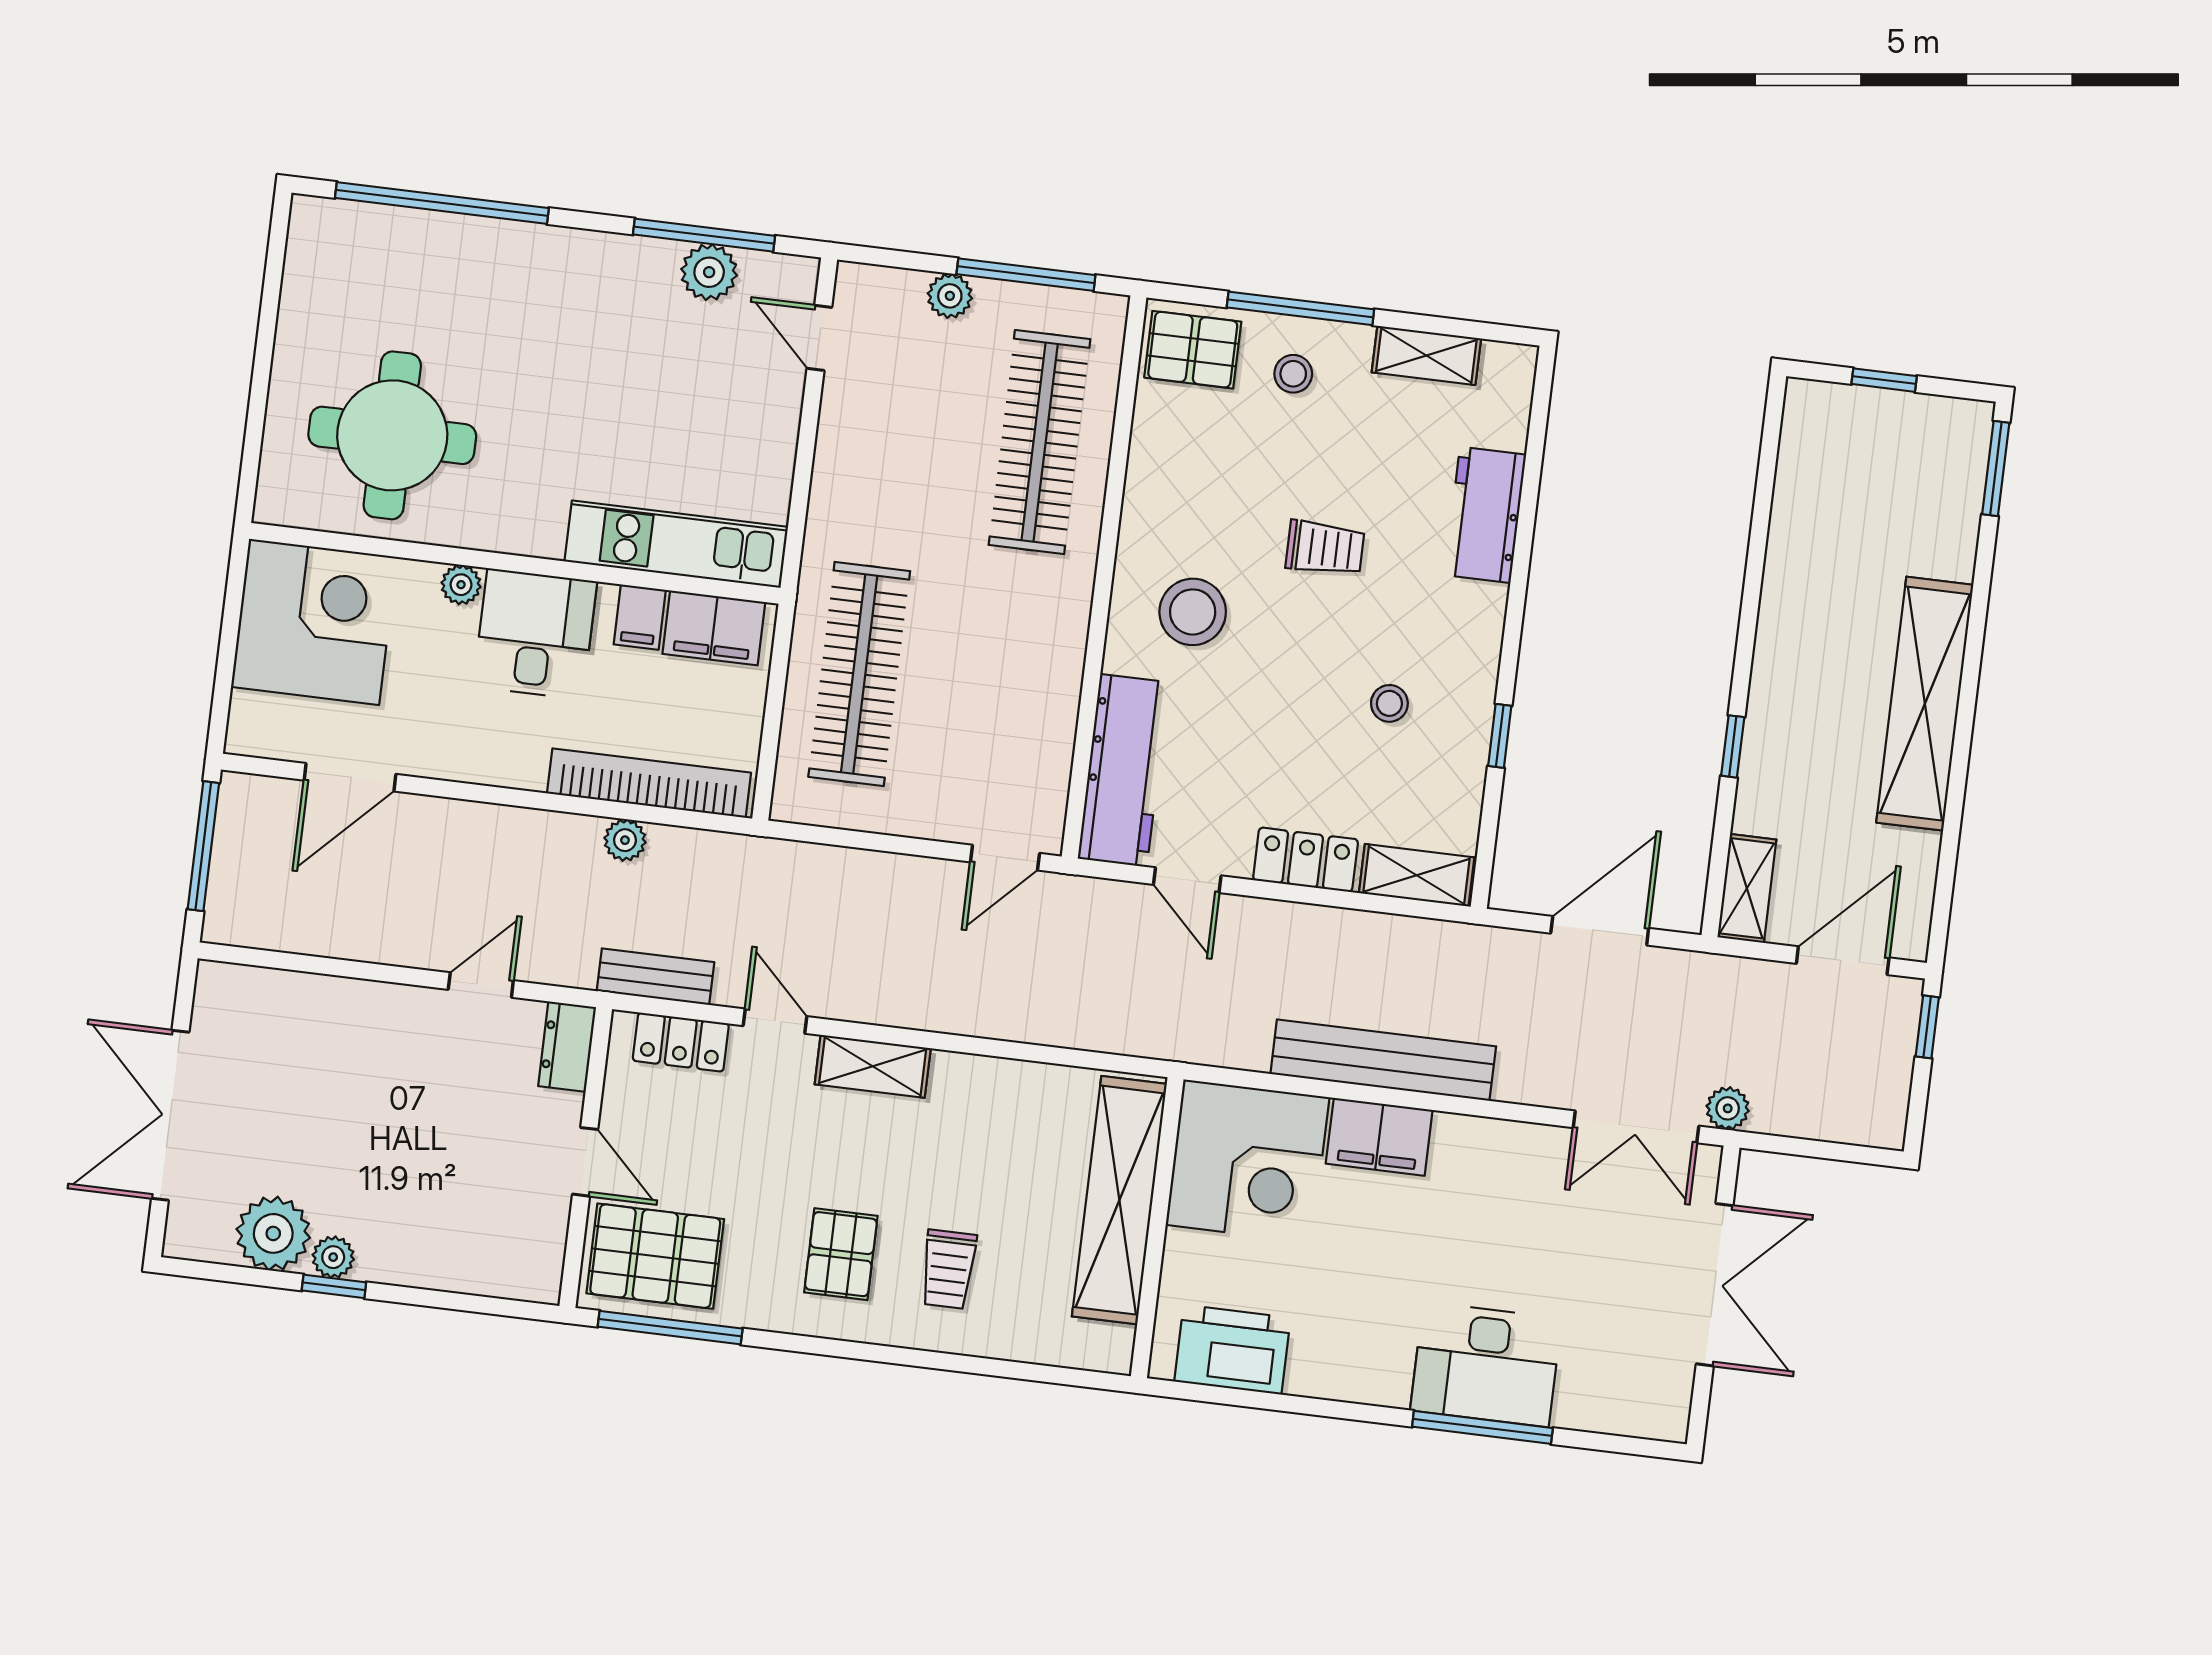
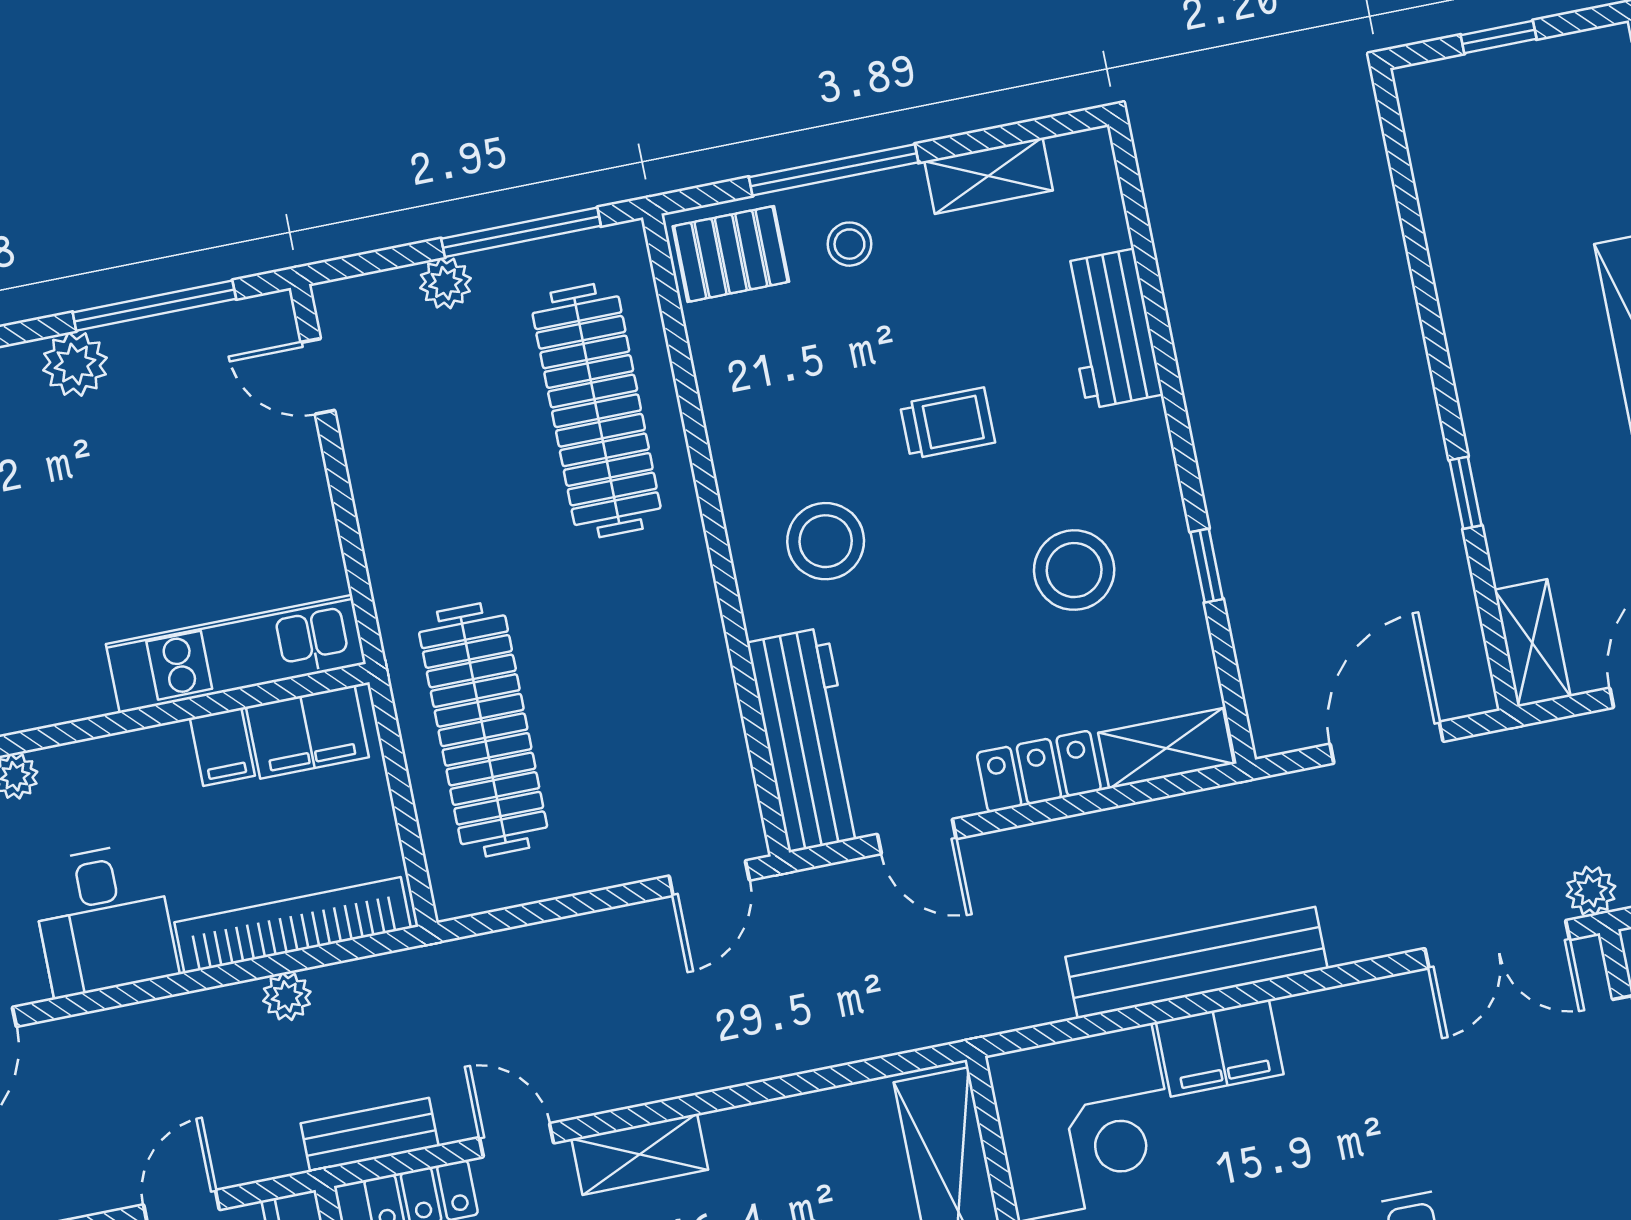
plant: (709, 272) -> (75, 364), moved
desk: (535, 634) -> (104, 919), moved, turned 180
stool: (1389, 703) -> (1074, 570), width x1.89, depth x1.89

